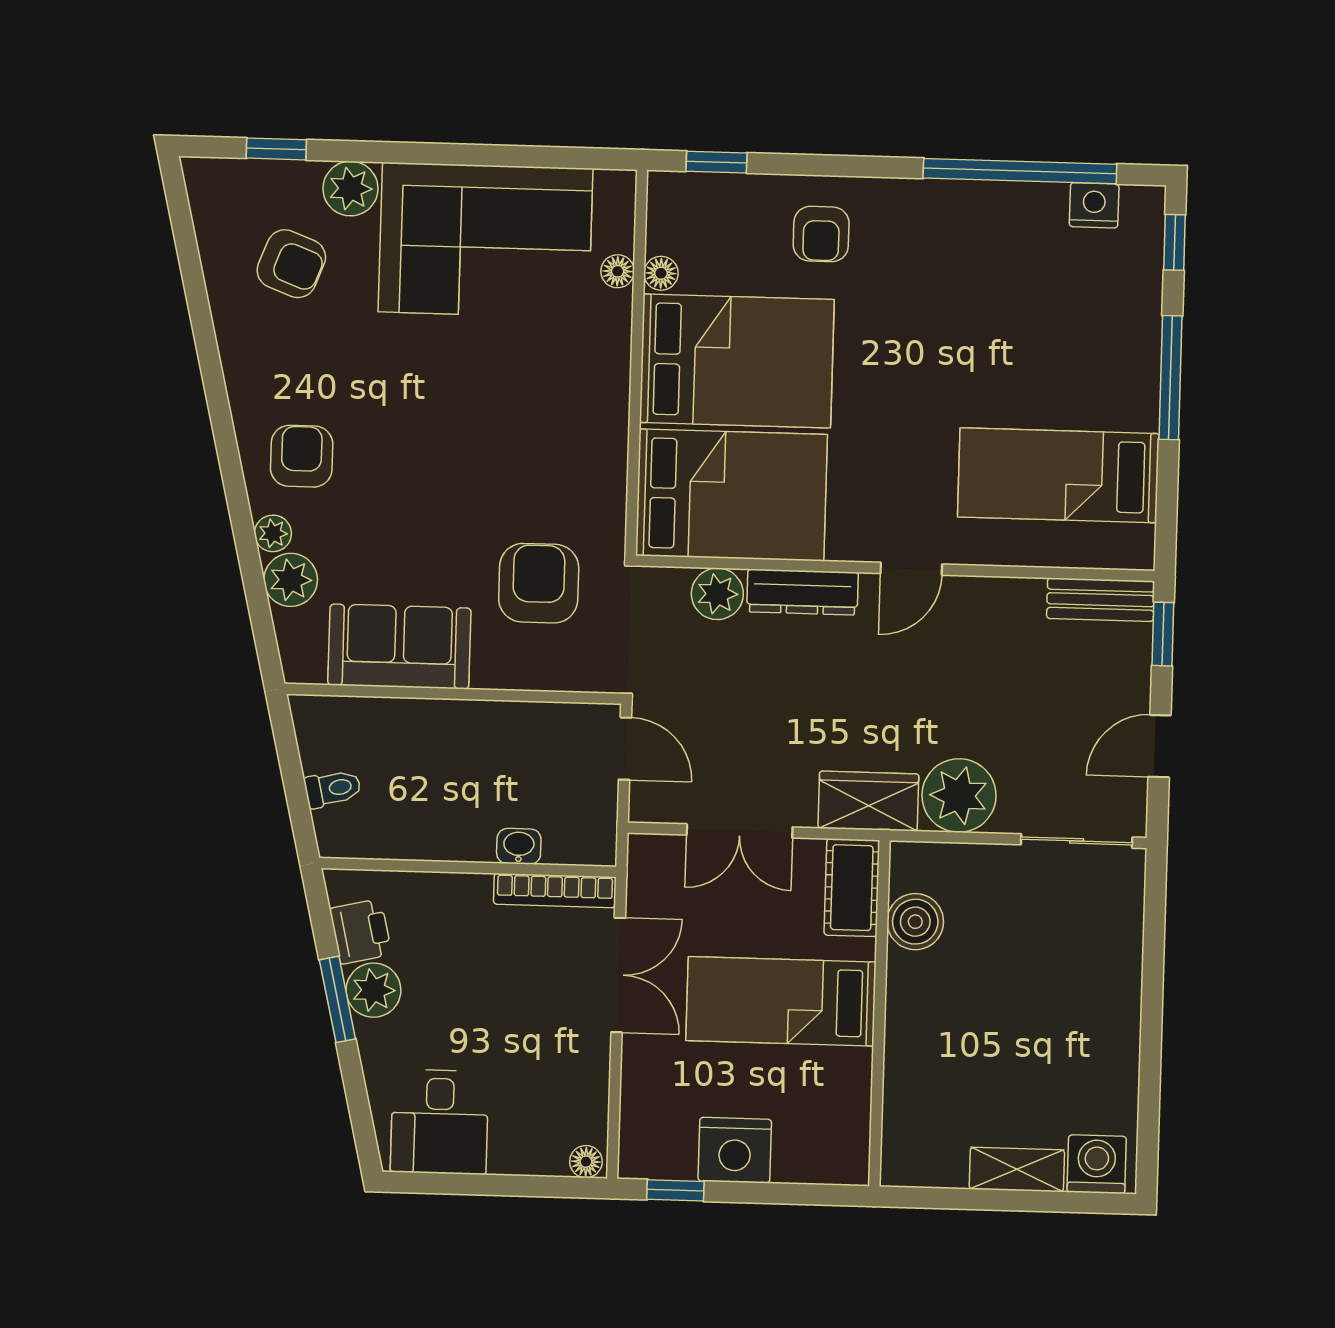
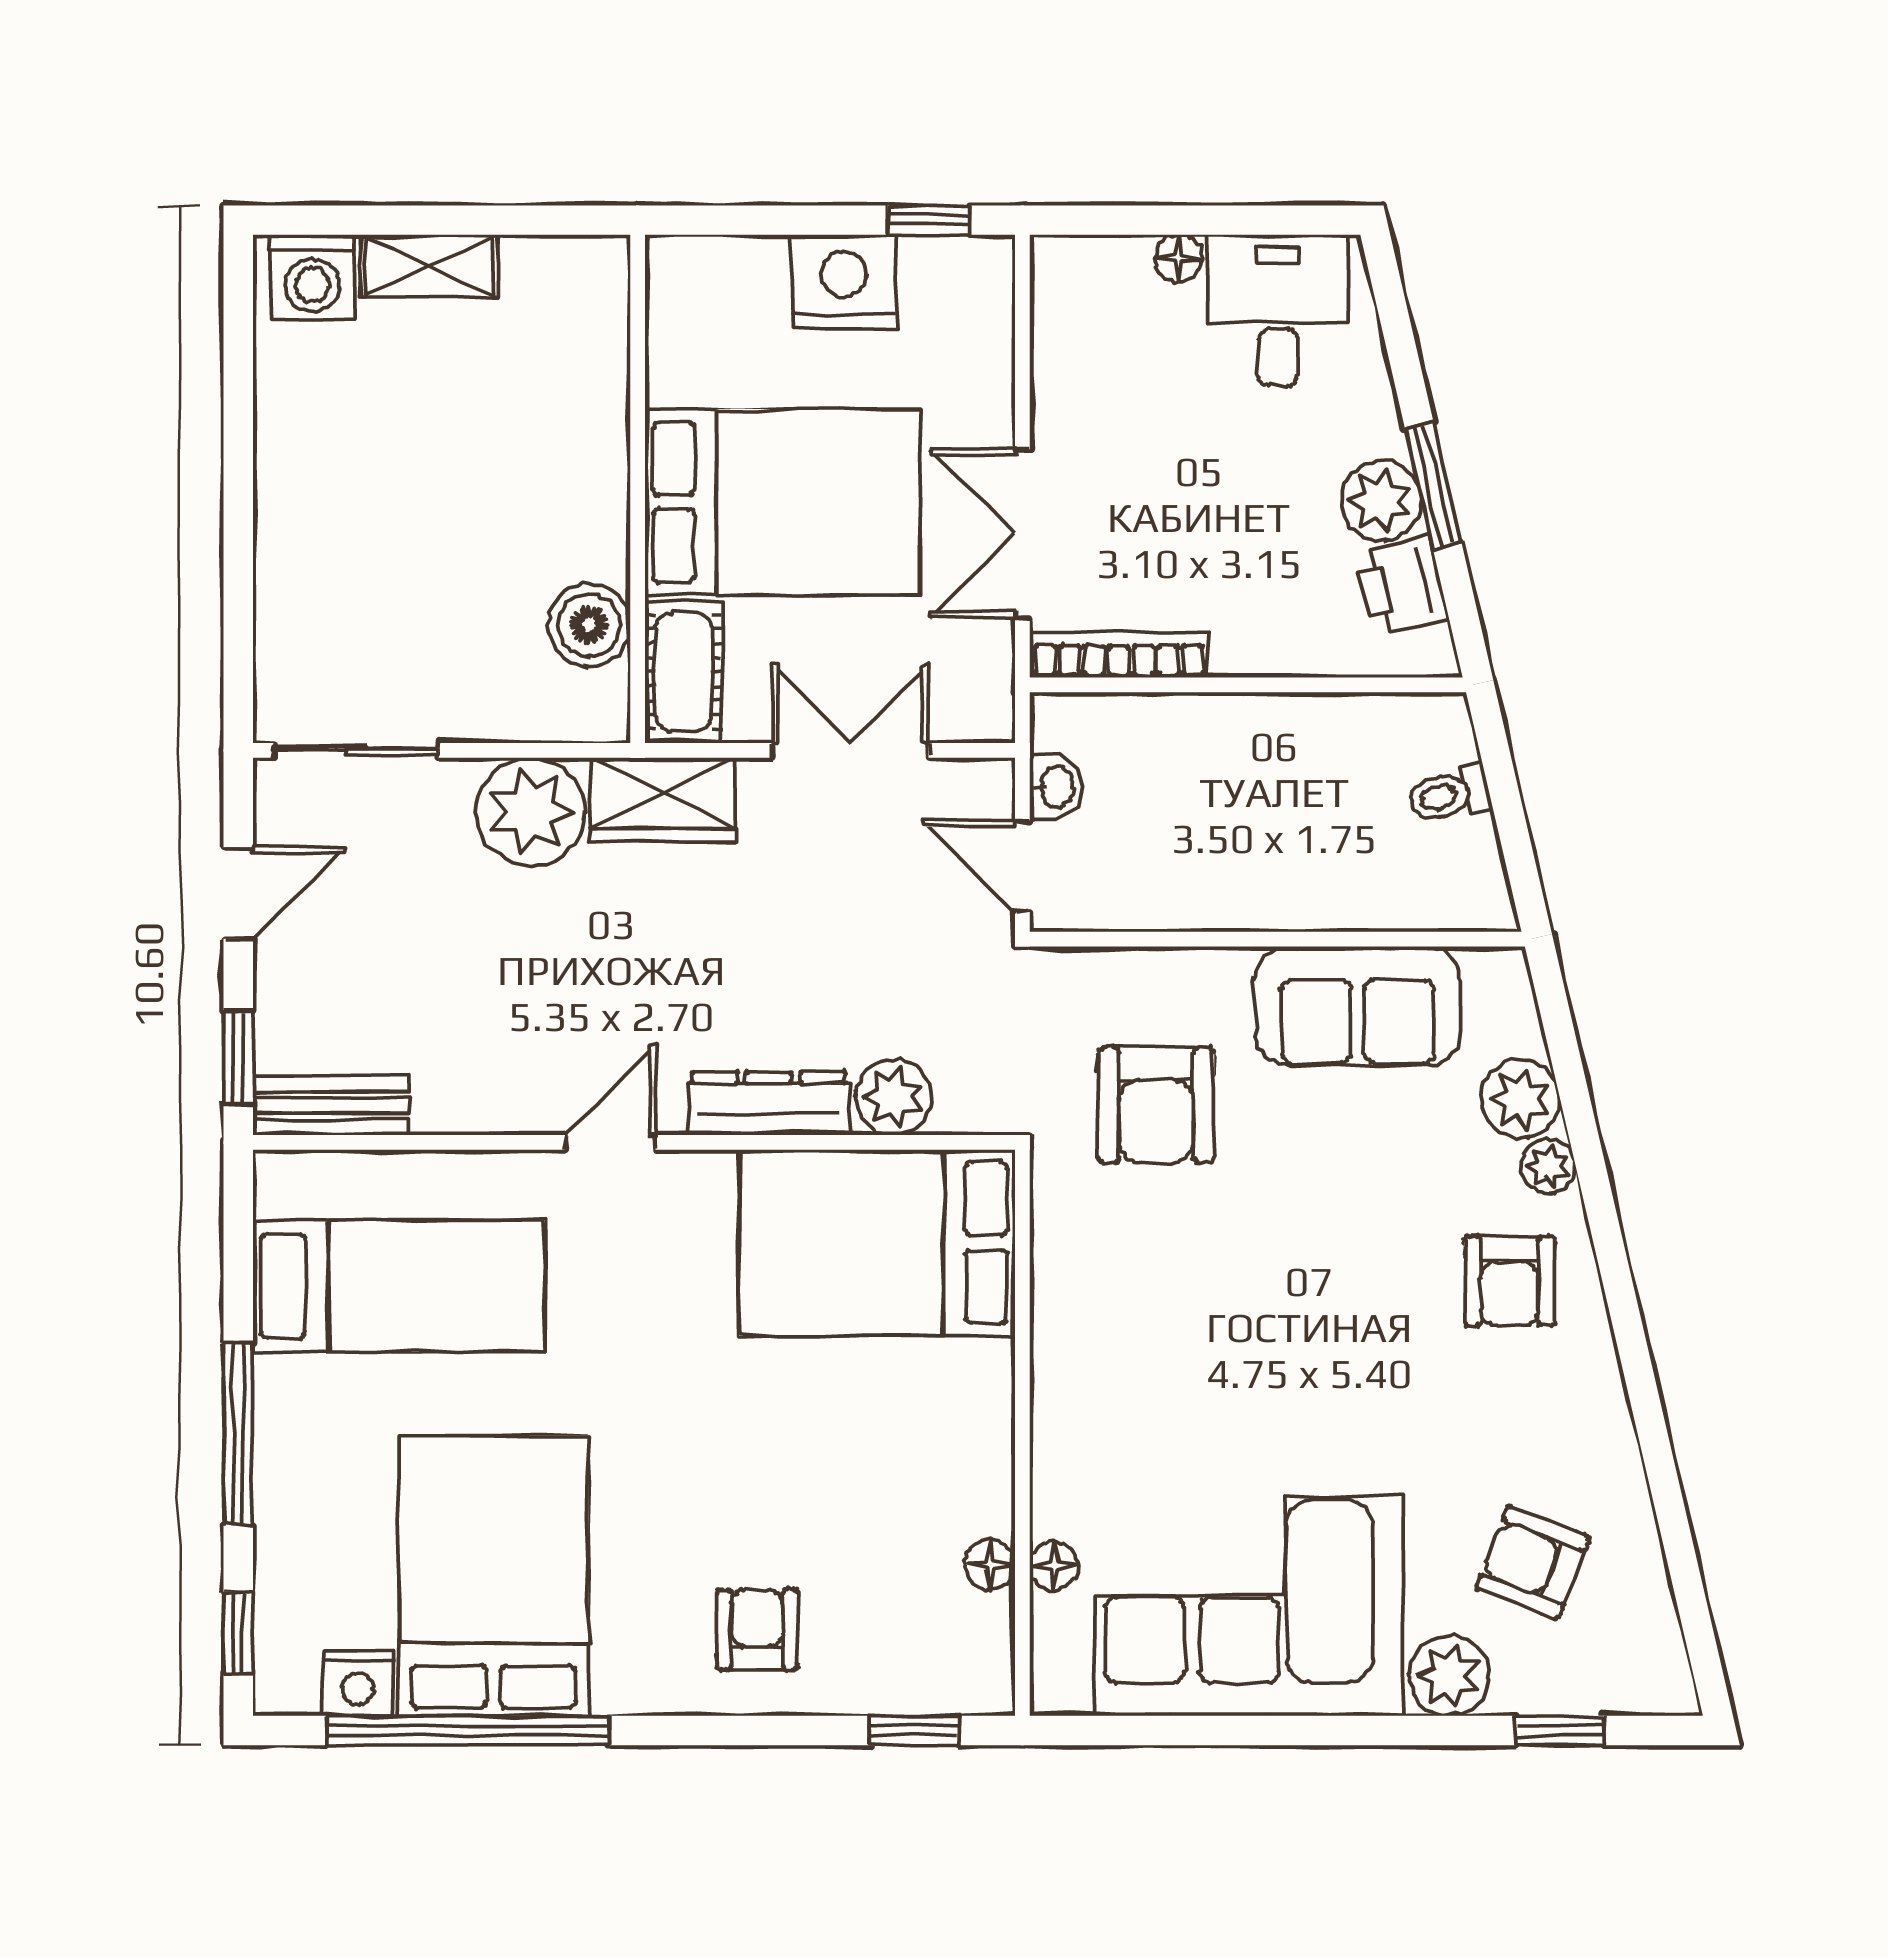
bed: (737, 361) -> (493, 1576), moved, turned 90
washbasin: (519, 846) -> (1056, 787), moved, turned -90
bed: (781, 1001) -> (783, 502), width x1.50
floor lamp: (586, 1162) -> (1179, 258), moved

